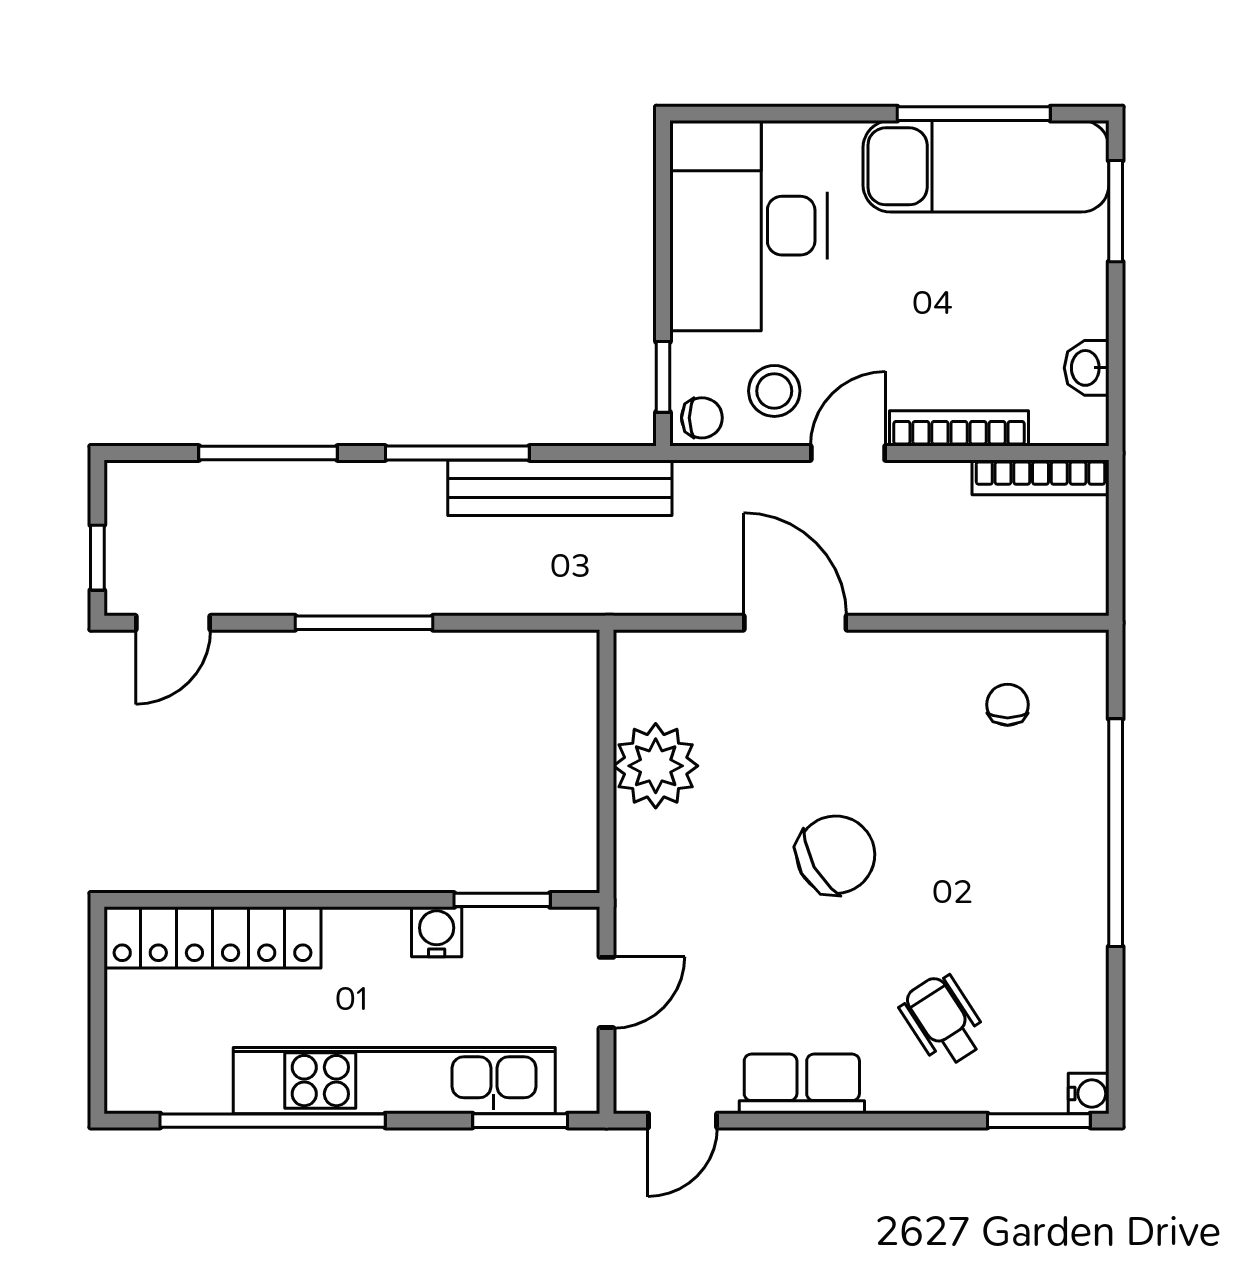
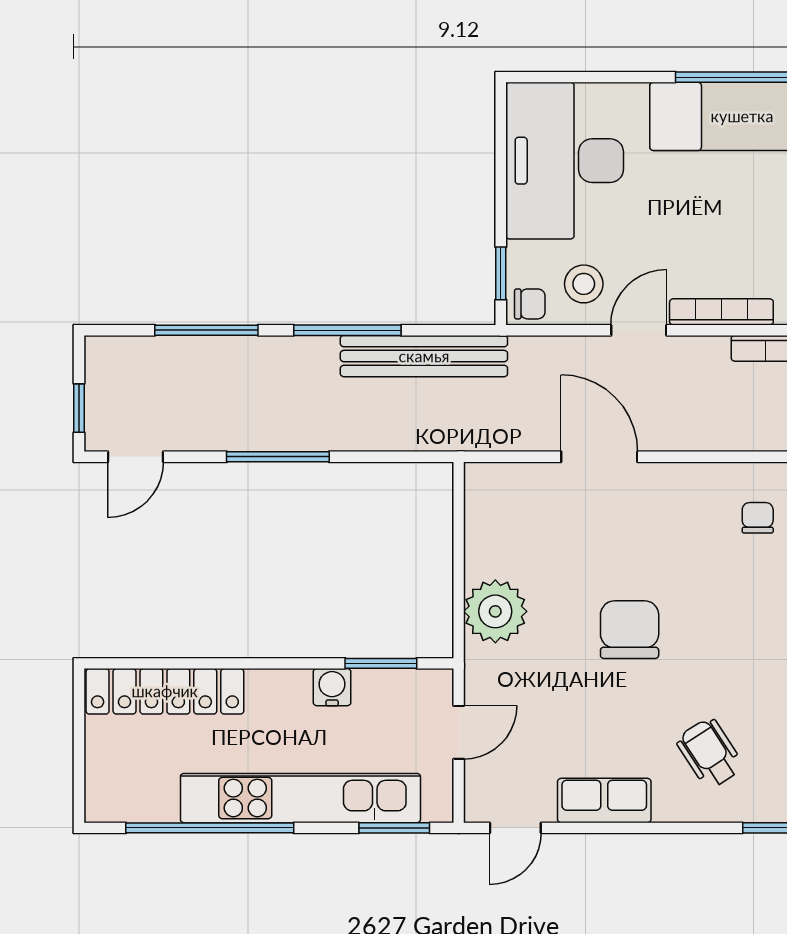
plant: (656, 766) -> (495, 611), moved
chair: (836, 855) -> (630, 630), turned -61

